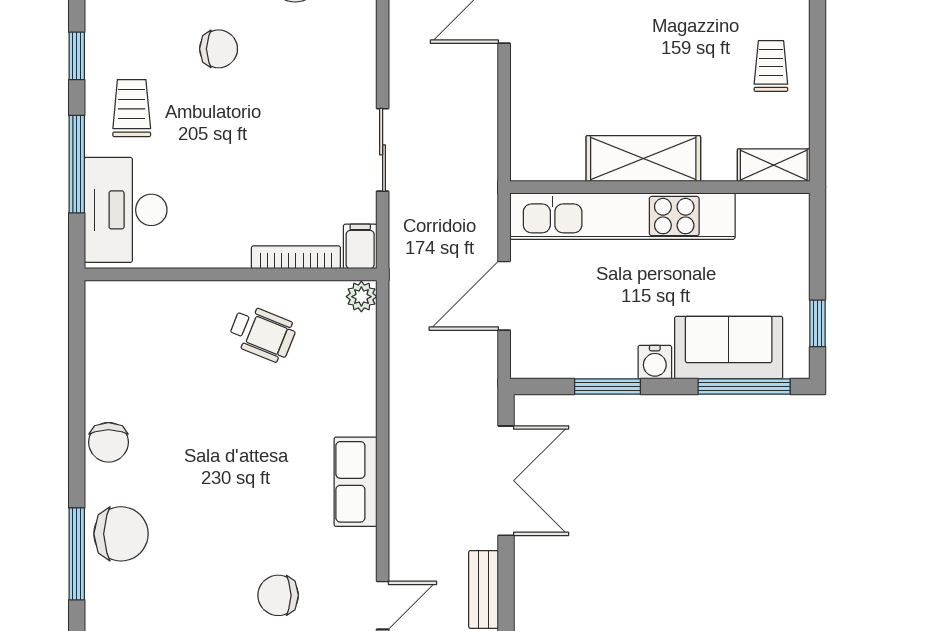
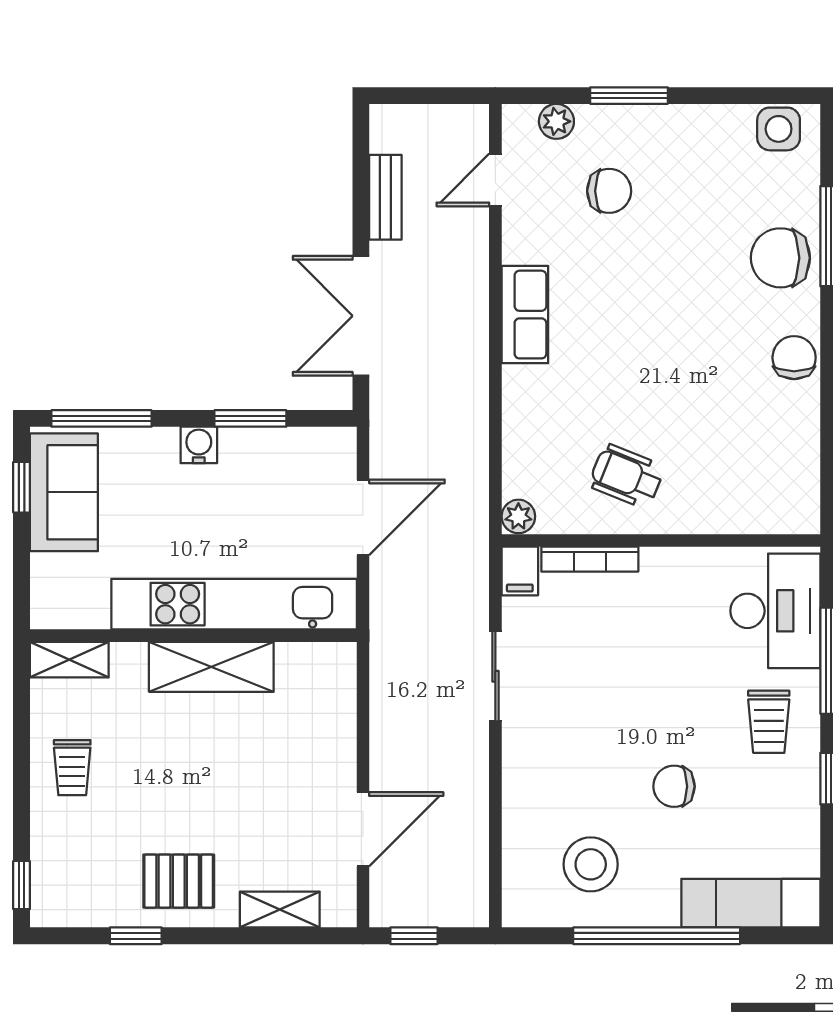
sofa: (729, 348) -> (64, 492), moved, turned -90

